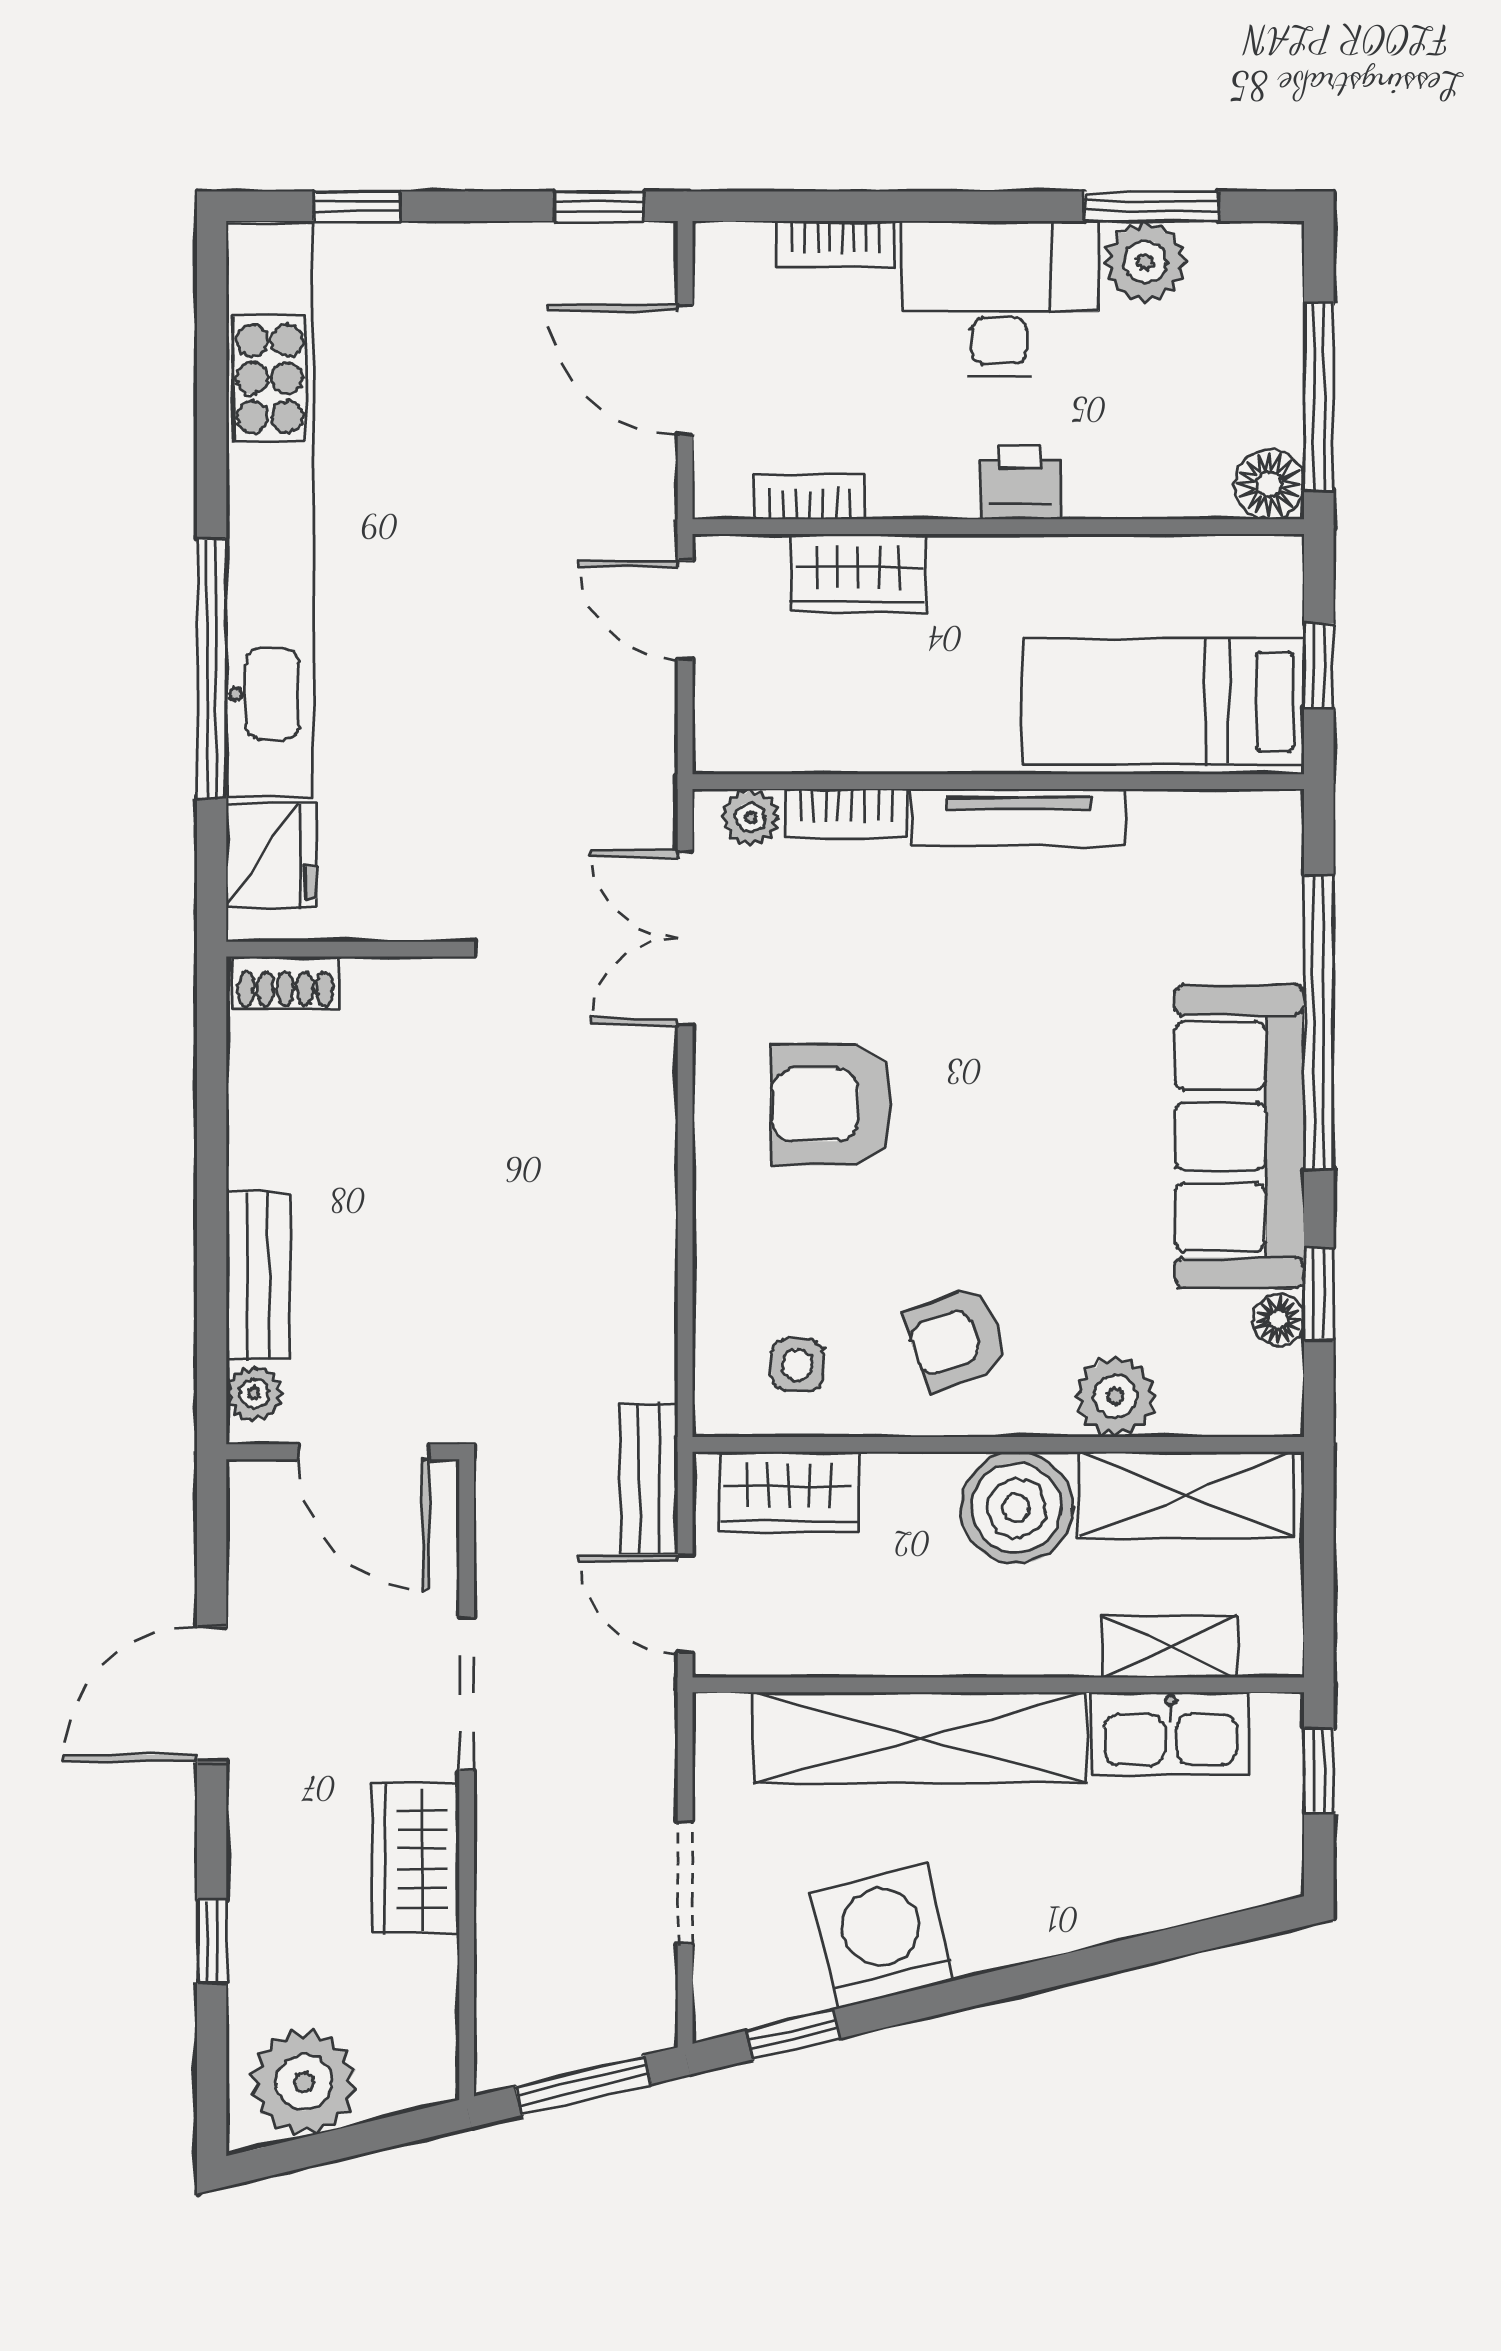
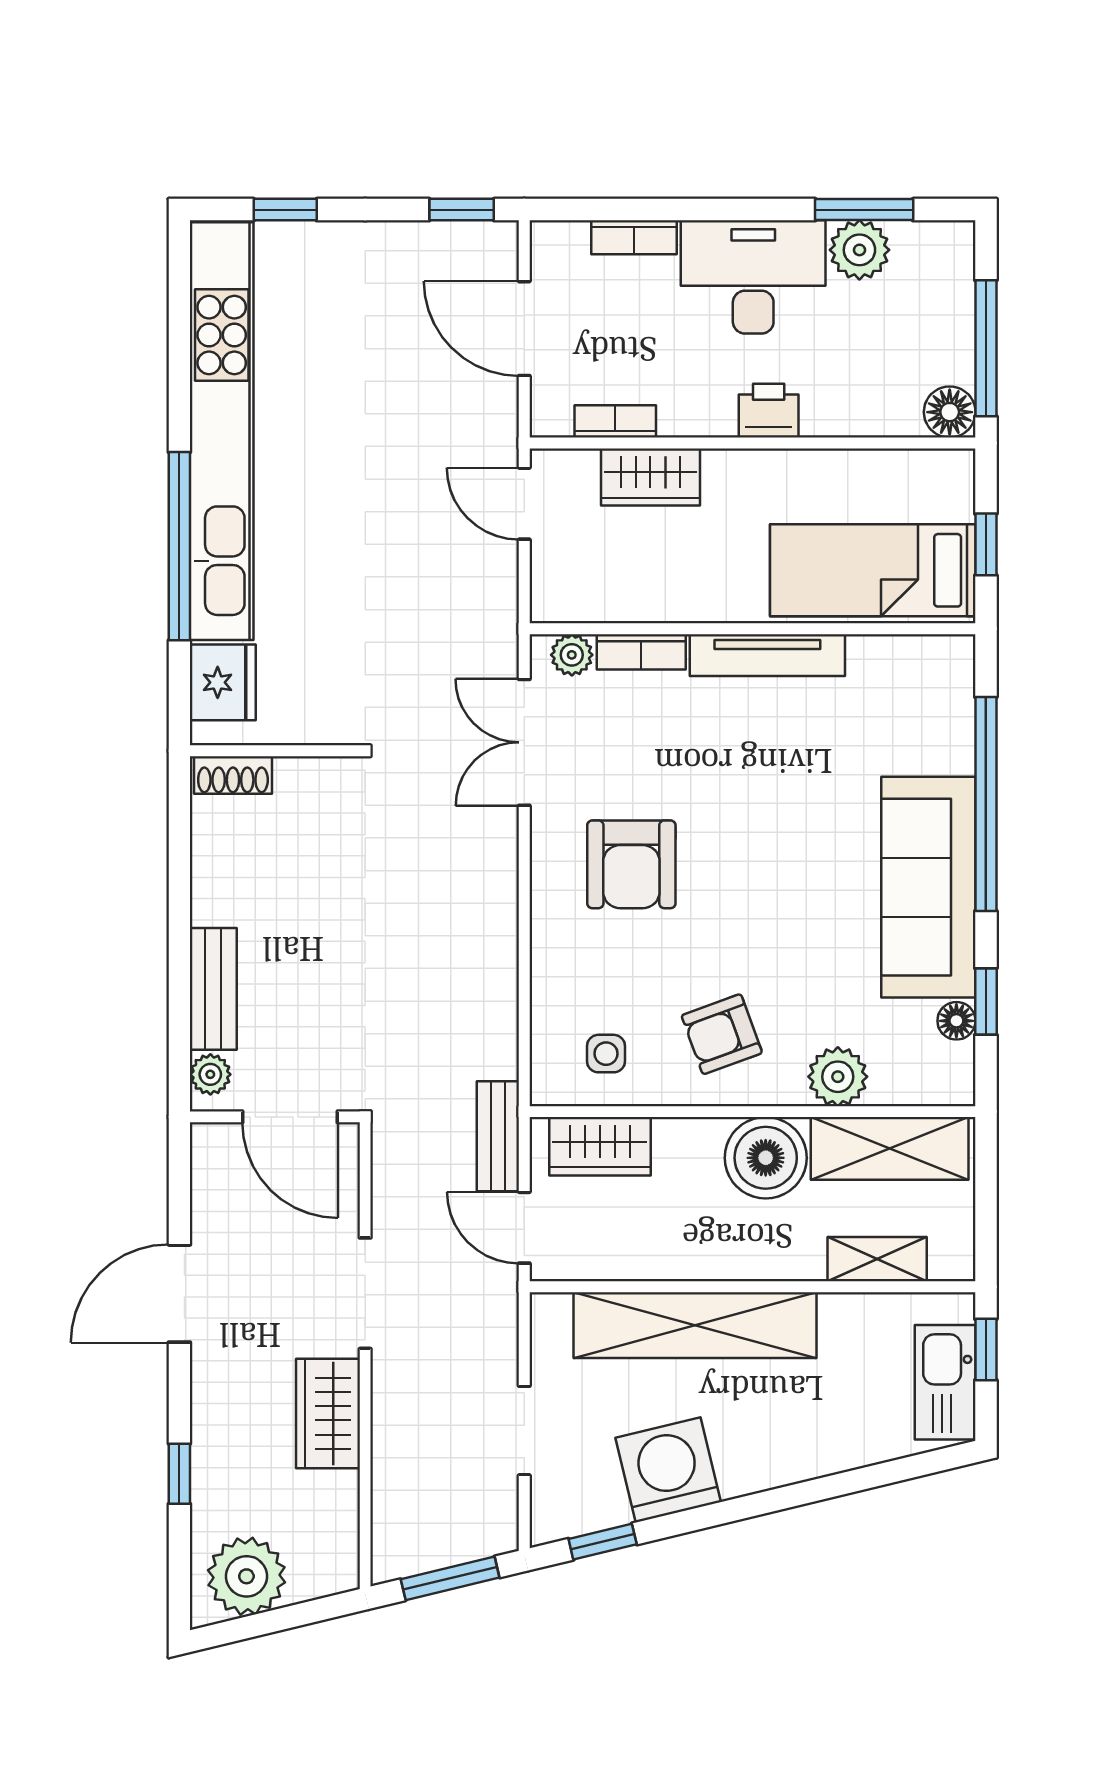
armchair: (832, 1105) -> (631, 864), turned -90
kitchen sink: (1171, 1734) -> (945, 1382), moved, turned 90

